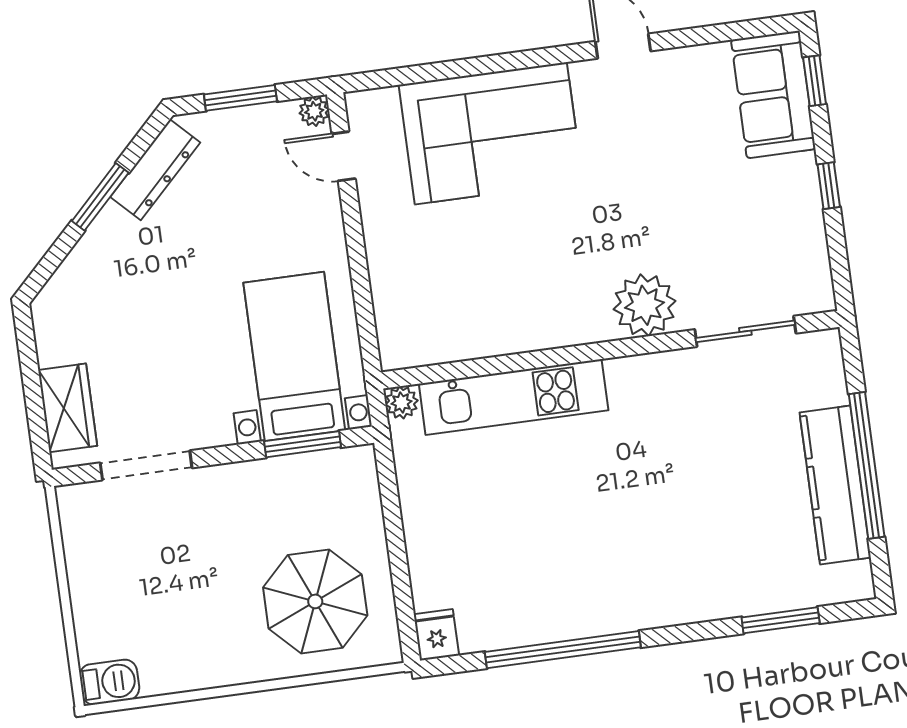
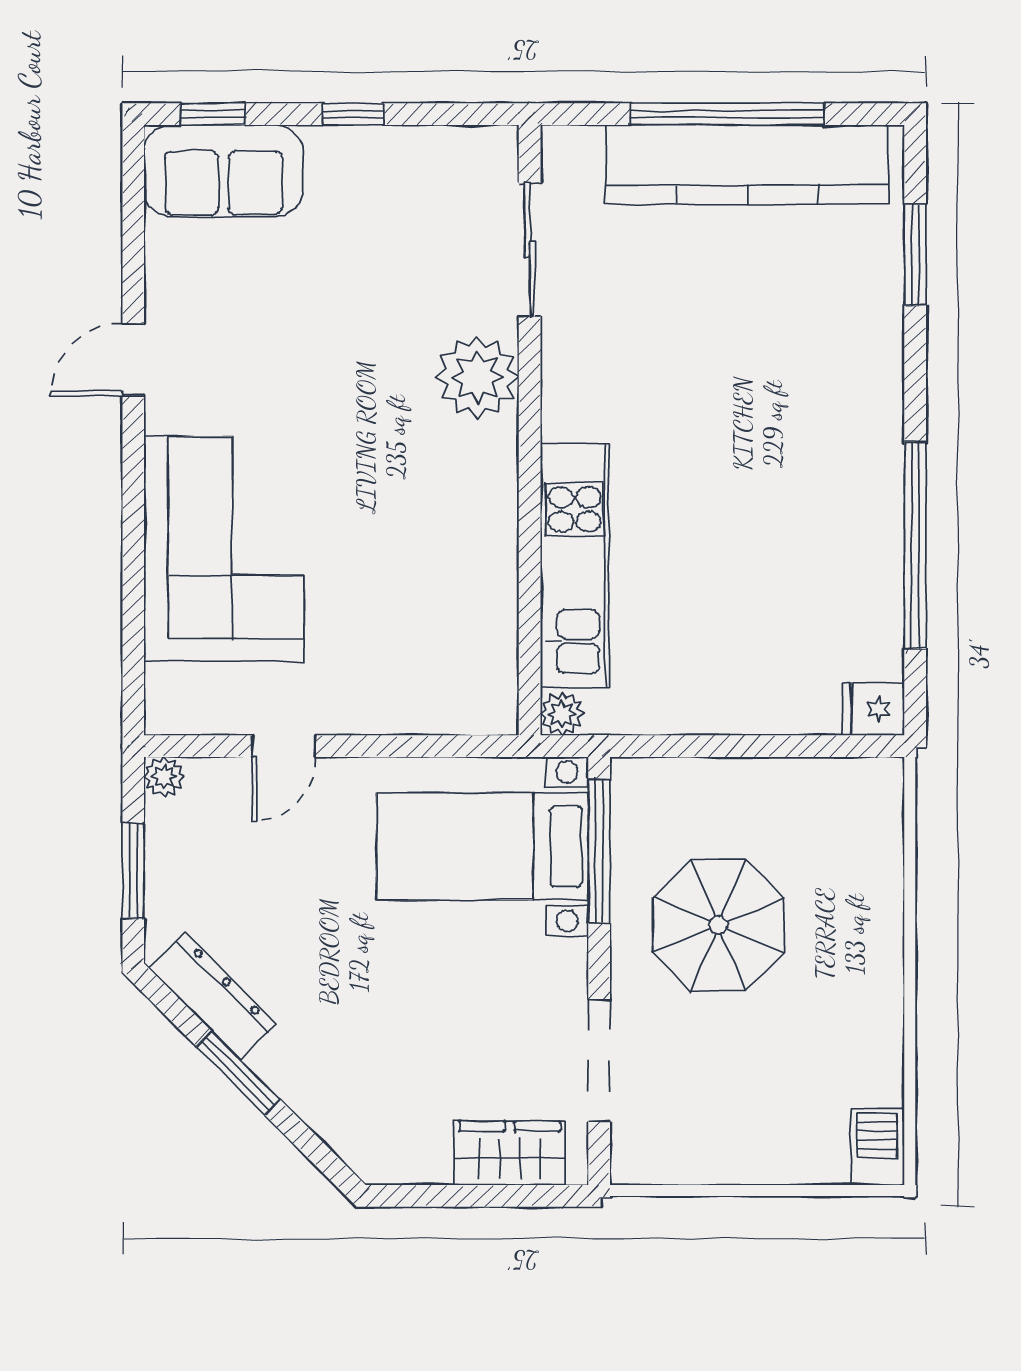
door: (344, 156) -> (284, 746), moved
window: (303, 444) -> (599, 851), width x1.44
kitchen counter: (835, 485) -> (747, 164), width x1.39, depth x1.17
parasol: (315, 601) -> (718, 925), moved

